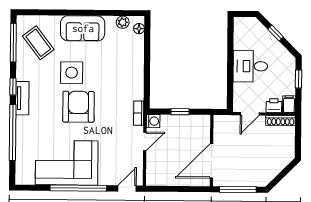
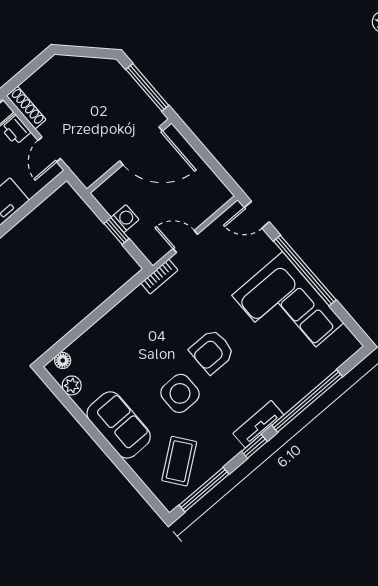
armchair: (78, 107) -> (212, 352), width x0.73, depth x0.73
door: (250, 114) -> (49, 149), swing flipped
washing machine: (153, 121) -> (125, 219), moved, turned 90

